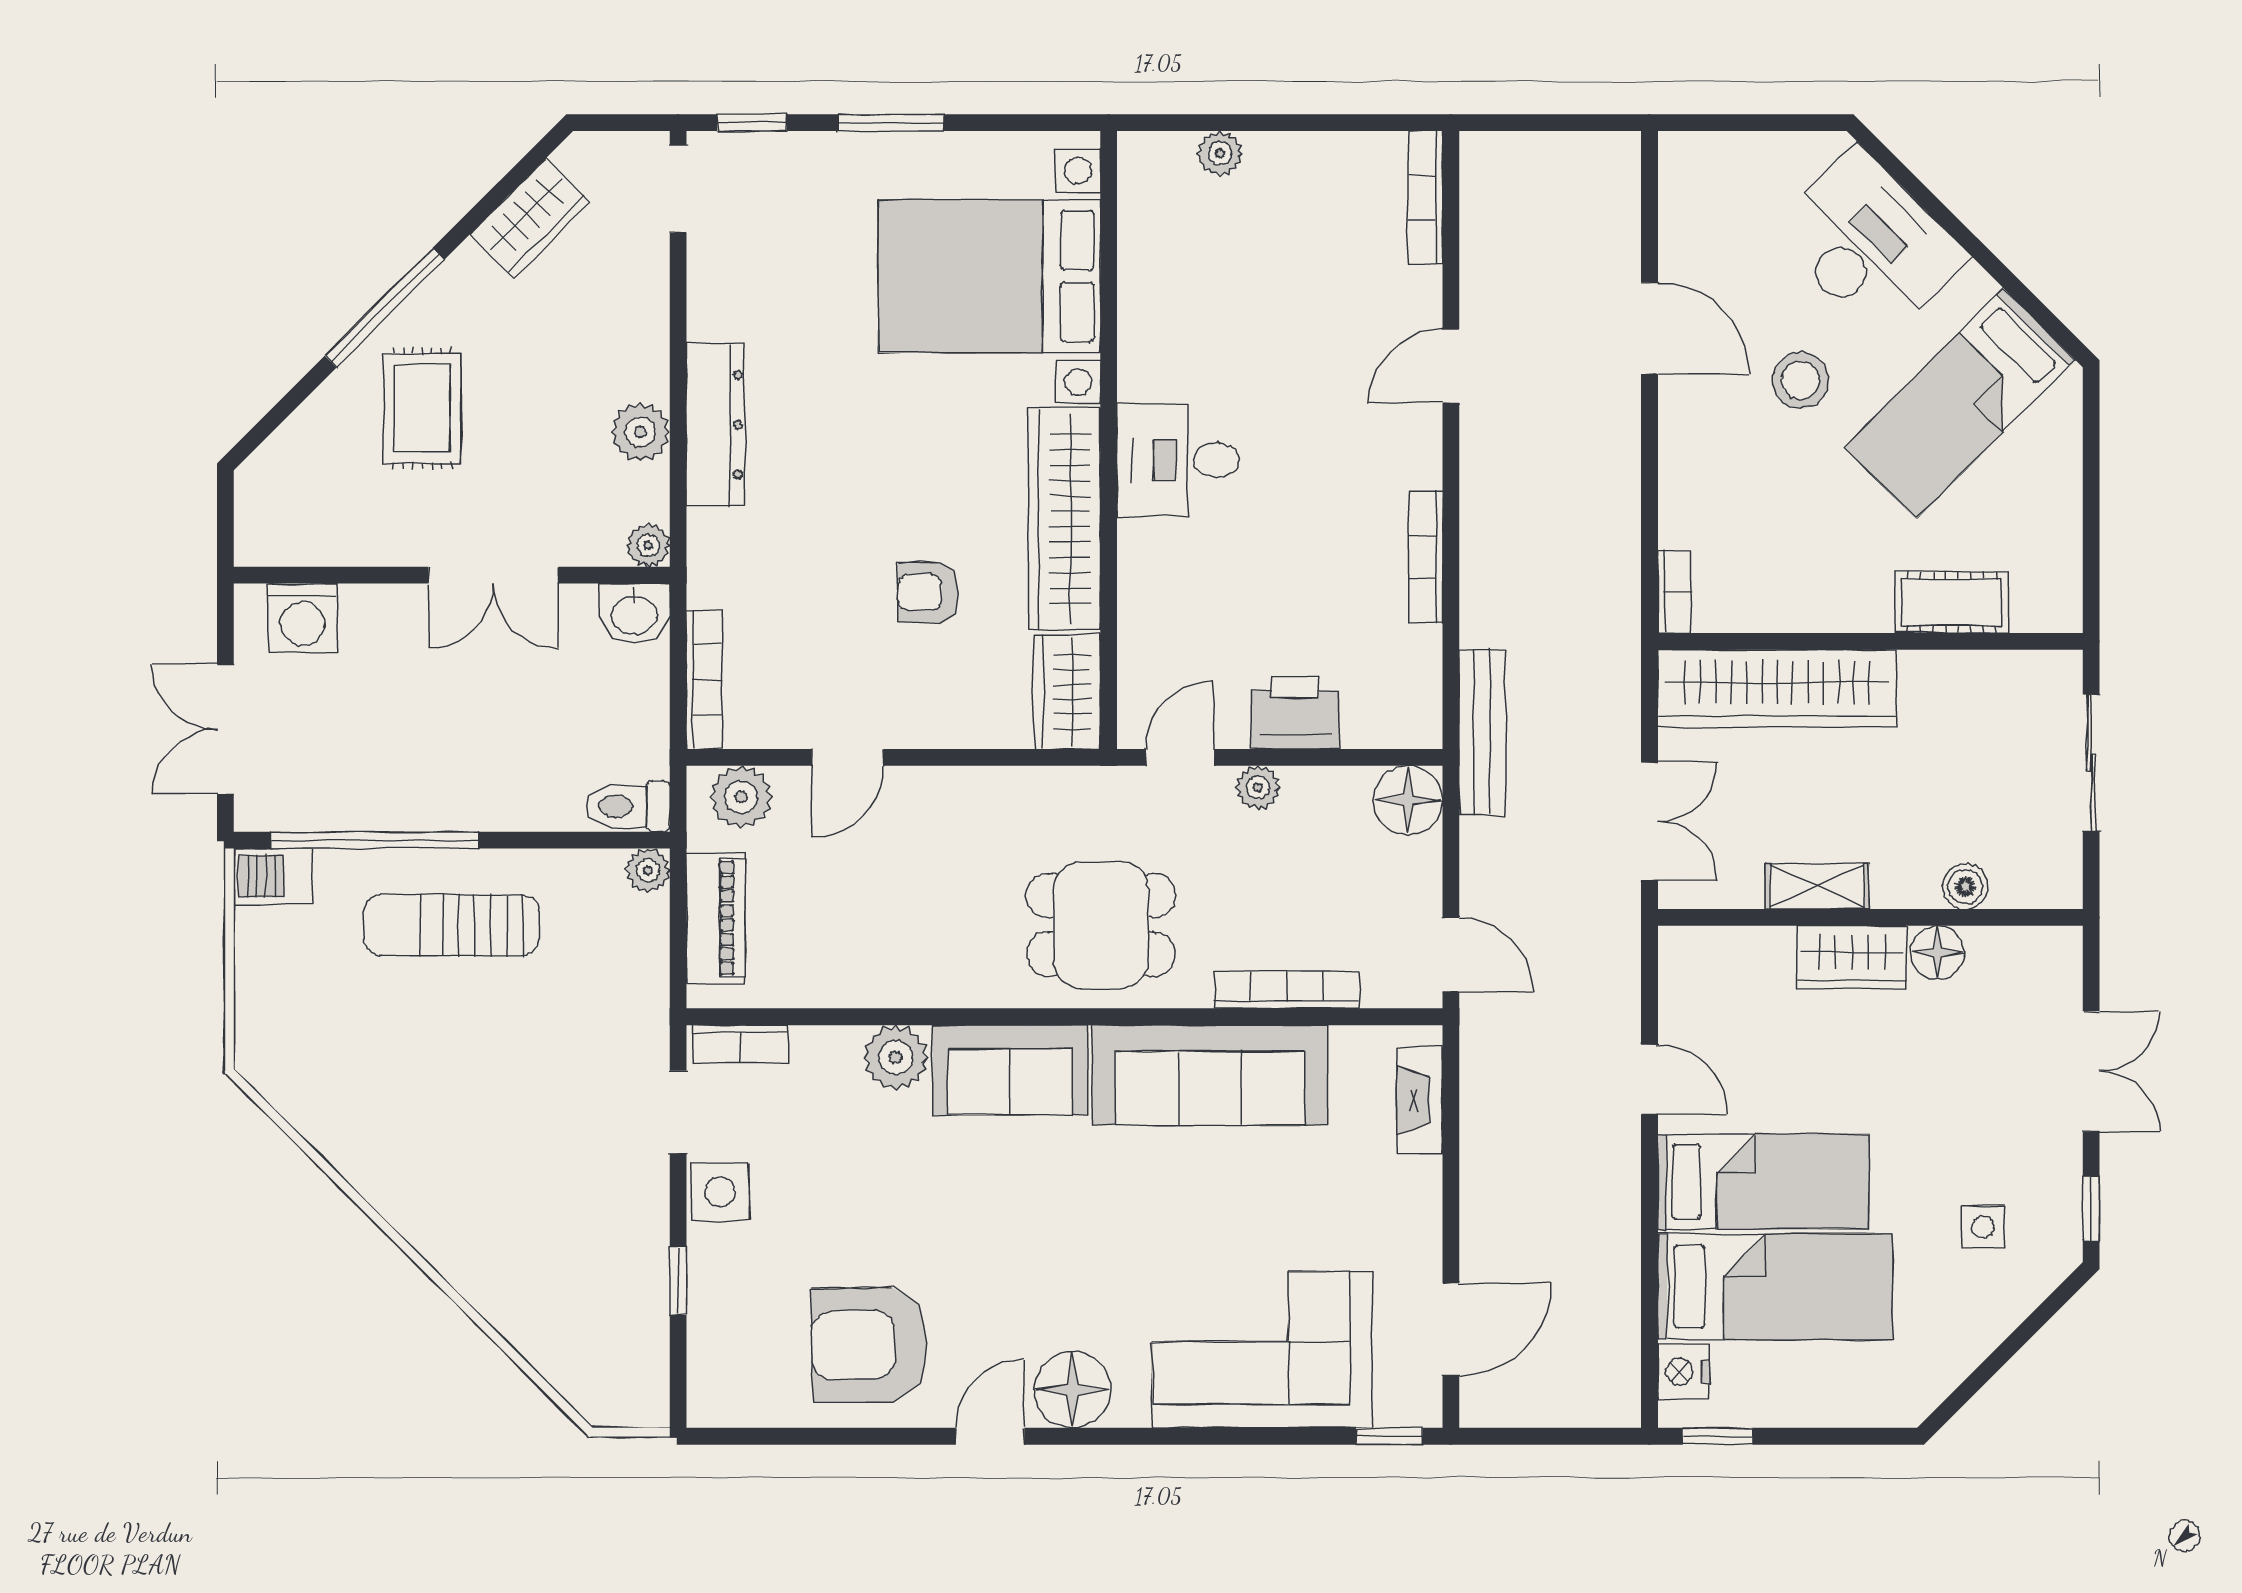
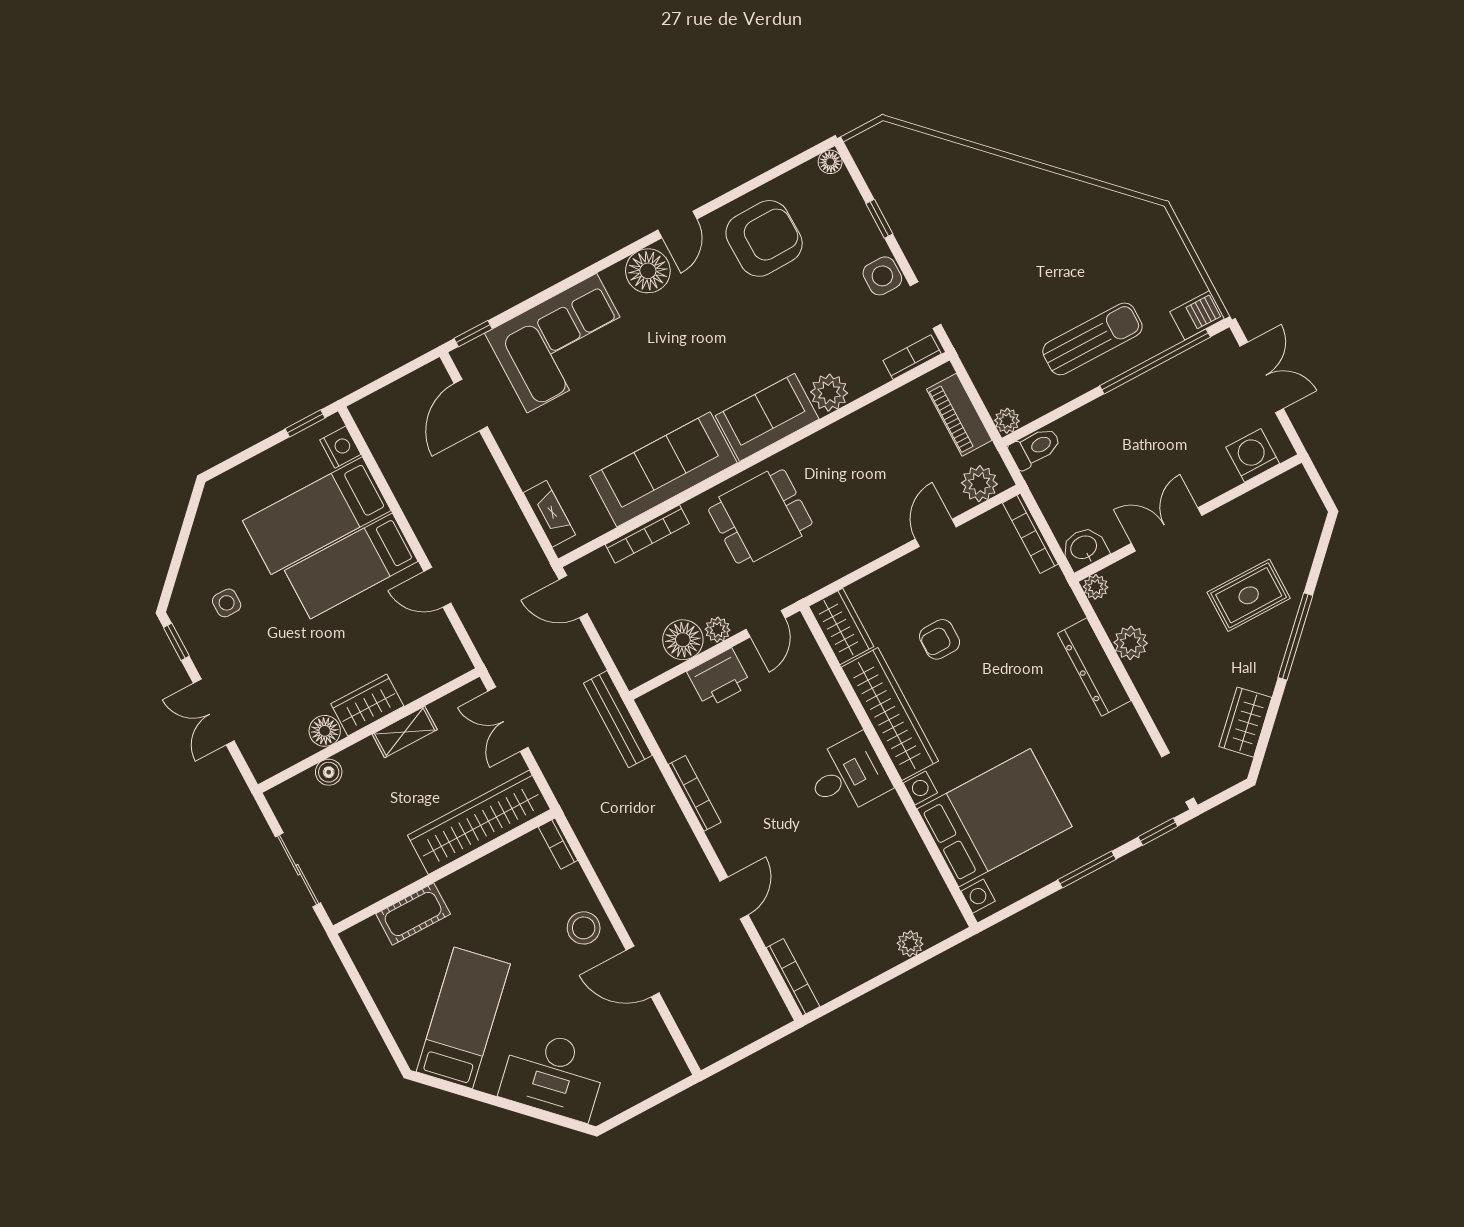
stool: (1801, 380) -> (584, 928), moved
rug: (422, 408) -> (1249, 595), turned 90
armchair: (928, 592) -> (940, 639), turned 180
floor lamp: (1408, 800) -> (683, 640), moved
floor lamp: (707, 1408) -> (830, 162), added

